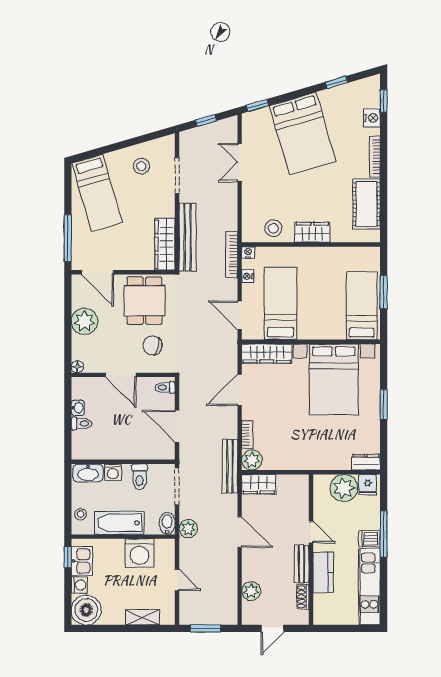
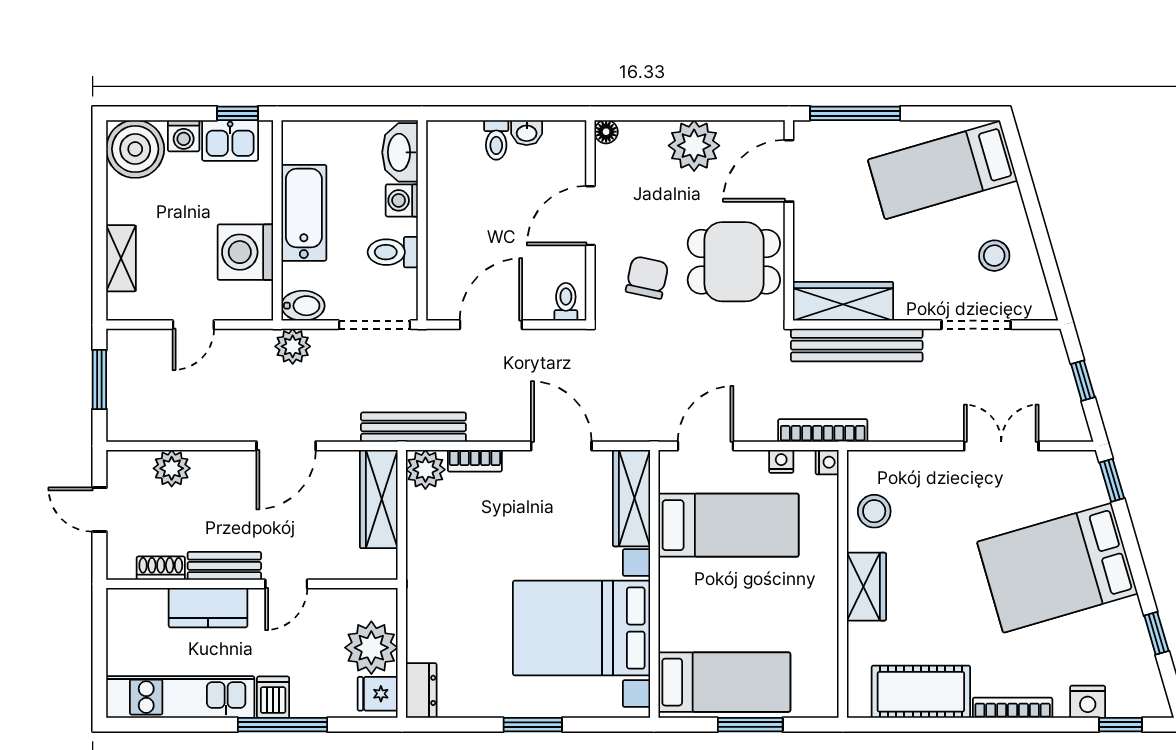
wardrobe: (259, 484) -> (379, 499), width x1.50
stool: (80, 514) -> (321, 138), removed

